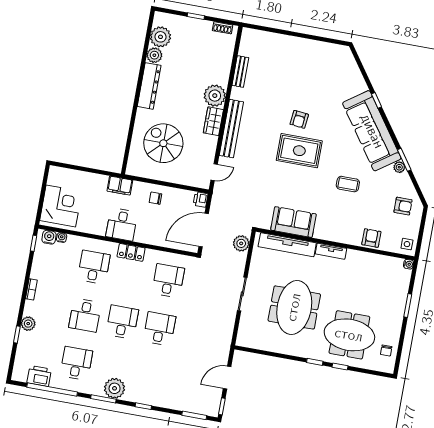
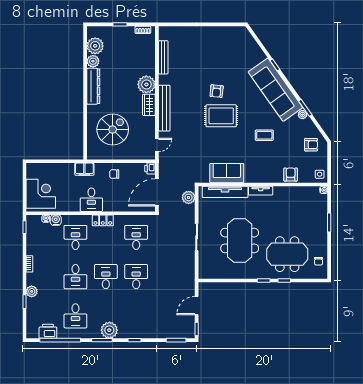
bench: (240, 72) -> (163, 57), width x1.36
spiral stairs: (163, 143) -> (113, 129), turned 90
water cooler: (49, 237) -> (56, 220), moved
desk: (76, 363) -> (75, 316), turned 180

